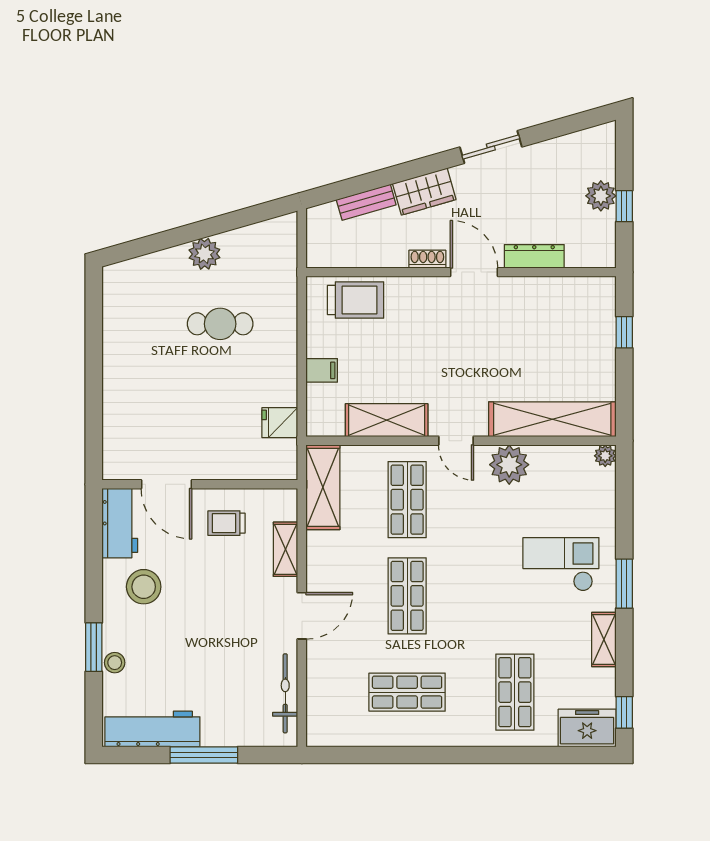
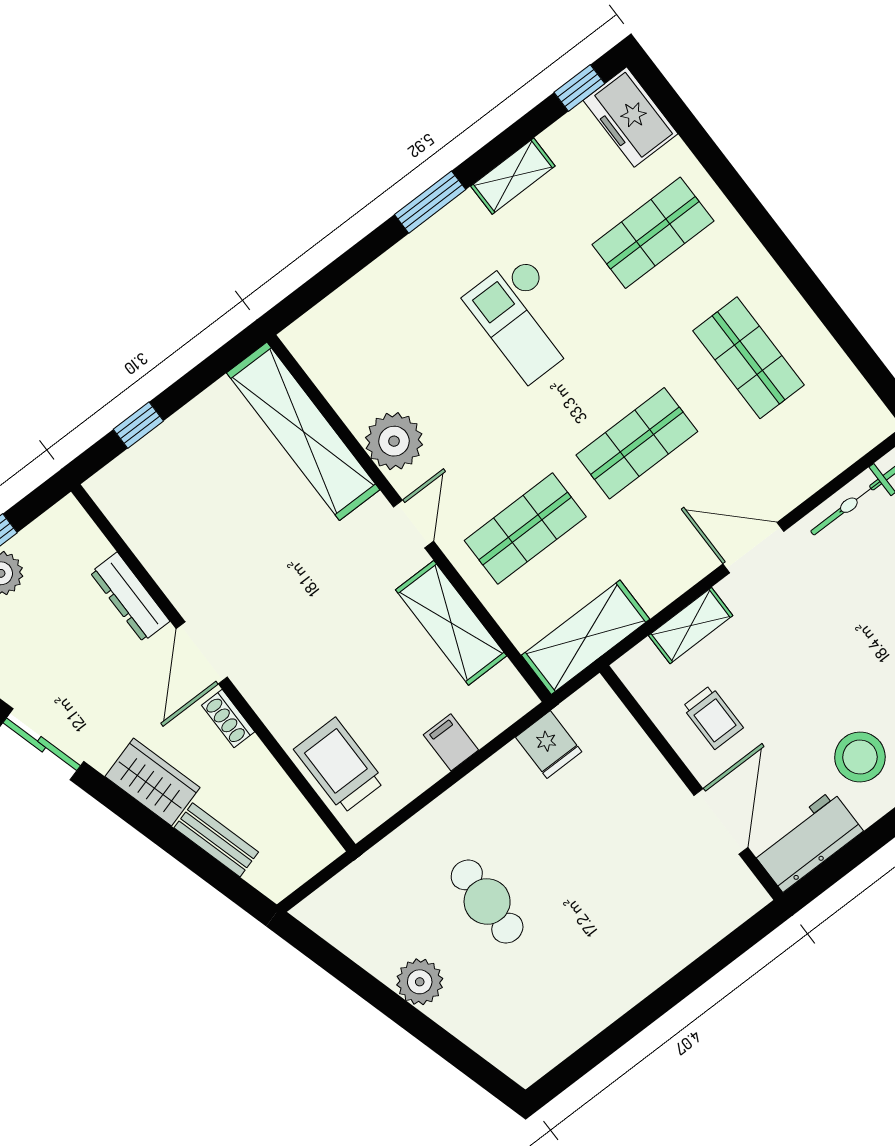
plant: (605, 456) -> (299, 338), removed
checkout: (561, 564) -> (525, 318), moved

